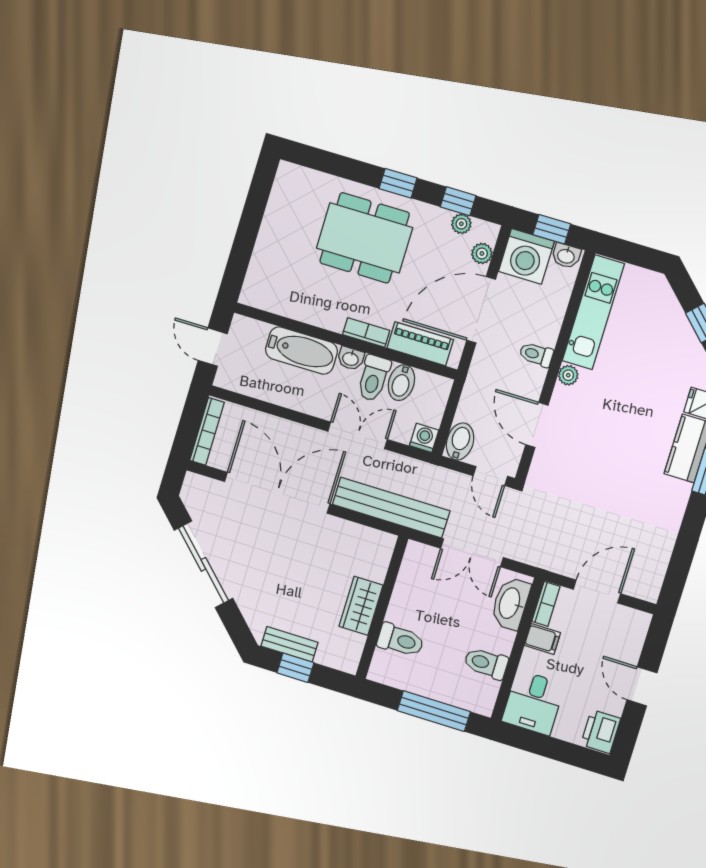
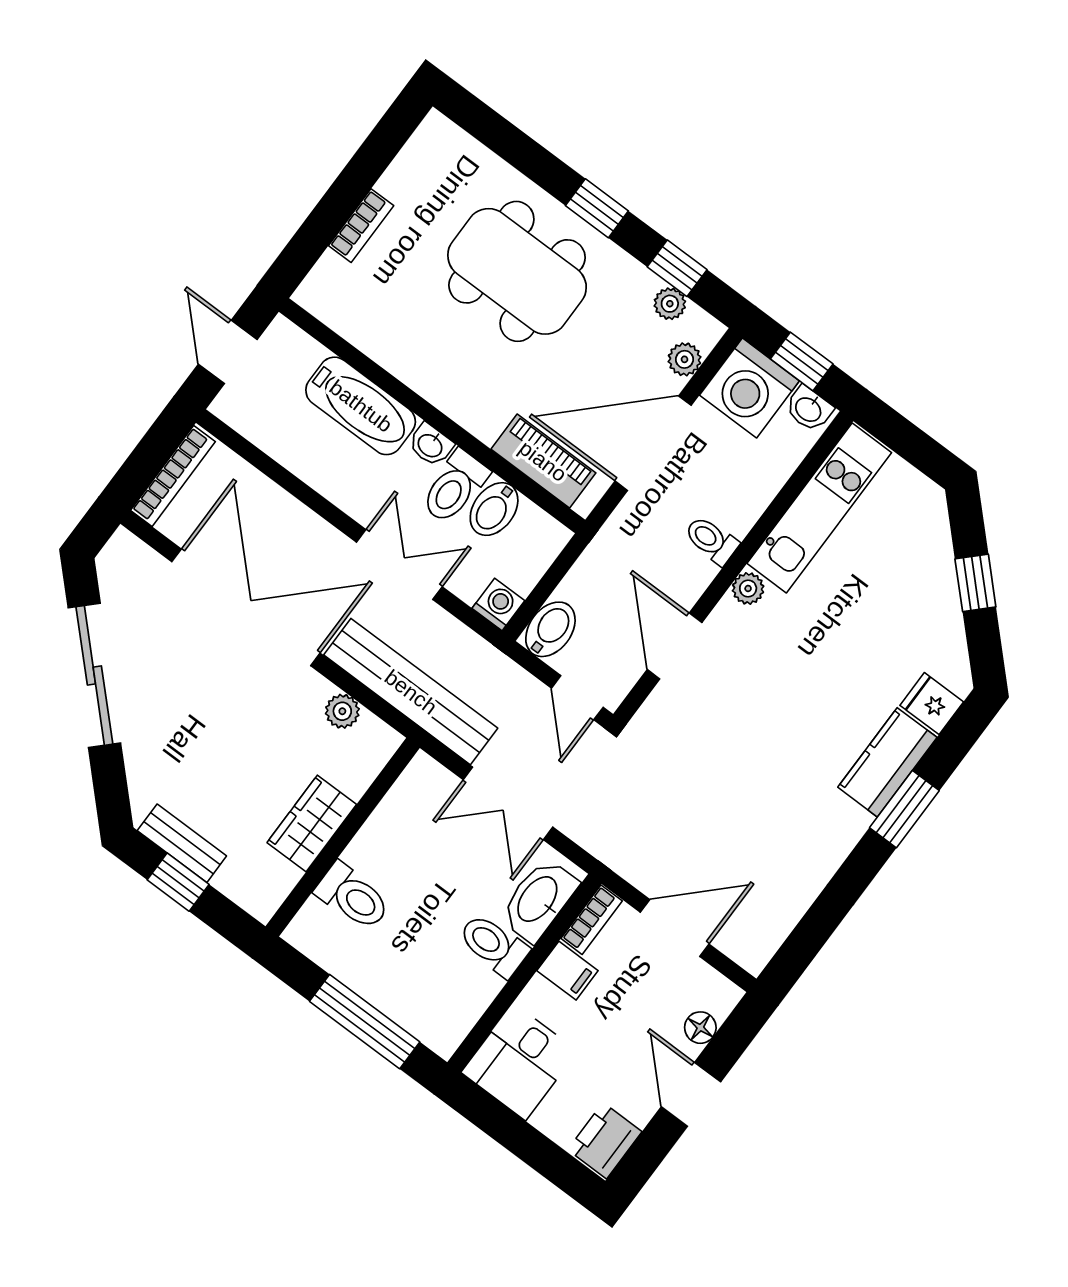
bookcase: (366, 333) -> (361, 226), moved, turned 90
plant: (355, 534) -> (342, 711), added
floor lamp: (633, 645) -> (700, 1028), added
toilet: (486, 663) -> (493, 945), moved

